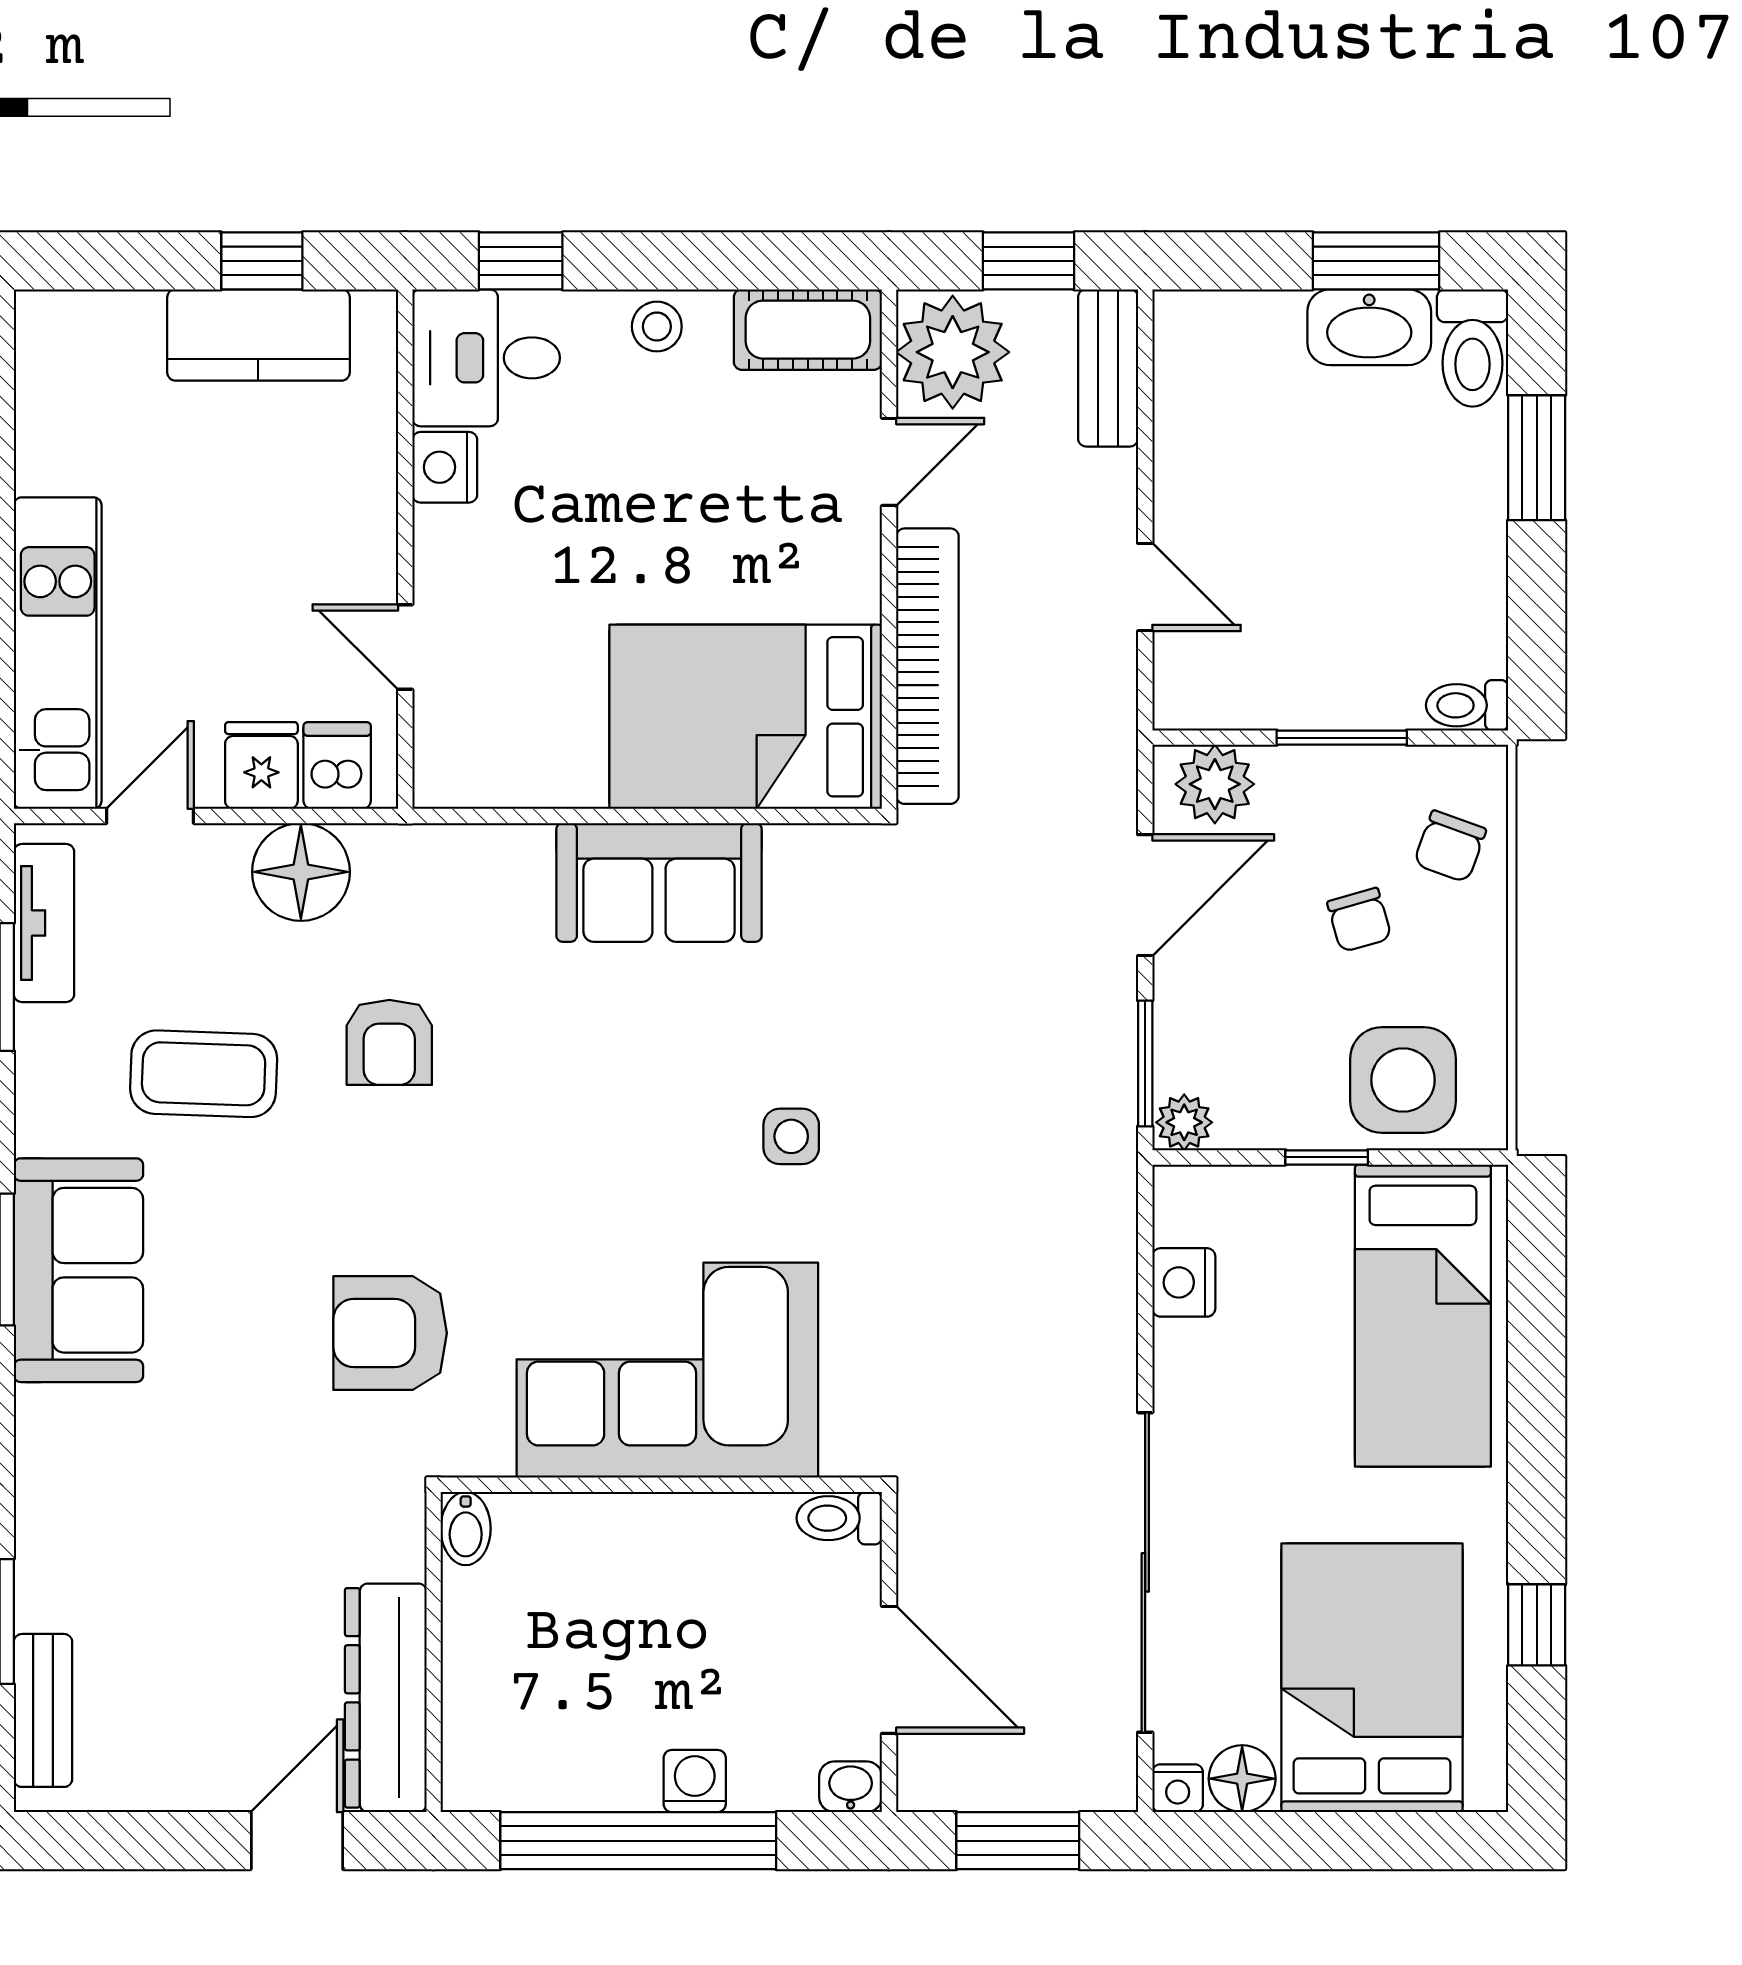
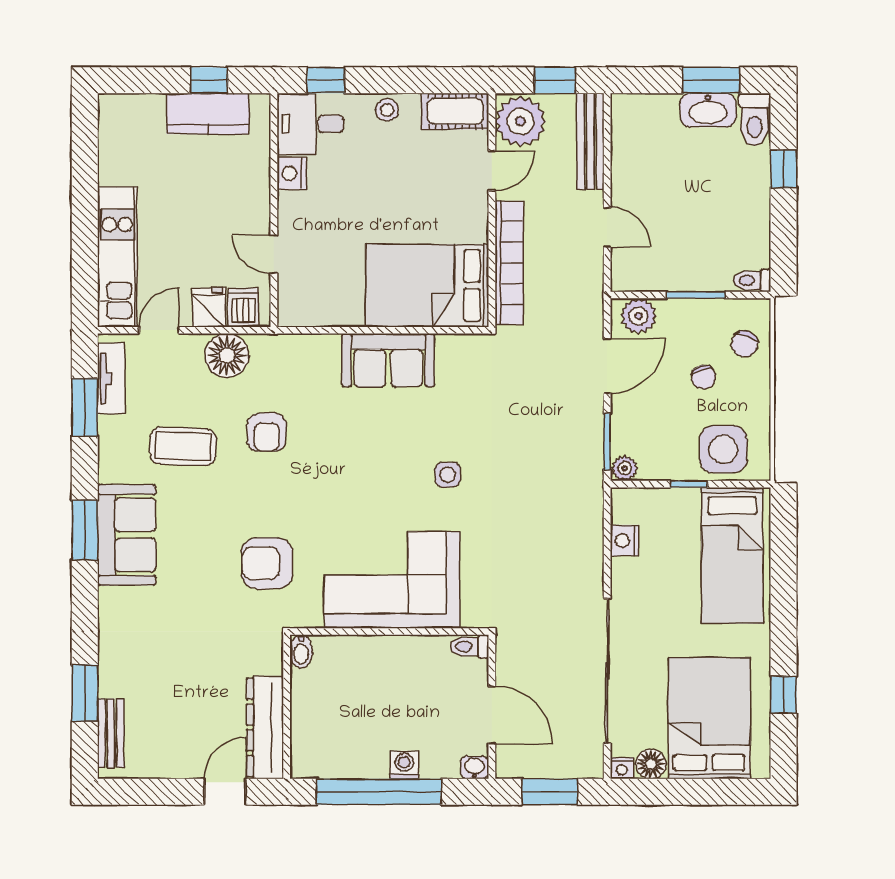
bench: (1108, 368) -> (590, 141), width x1.36
window: (1537, 458) -> (783, 169), width x0.67

